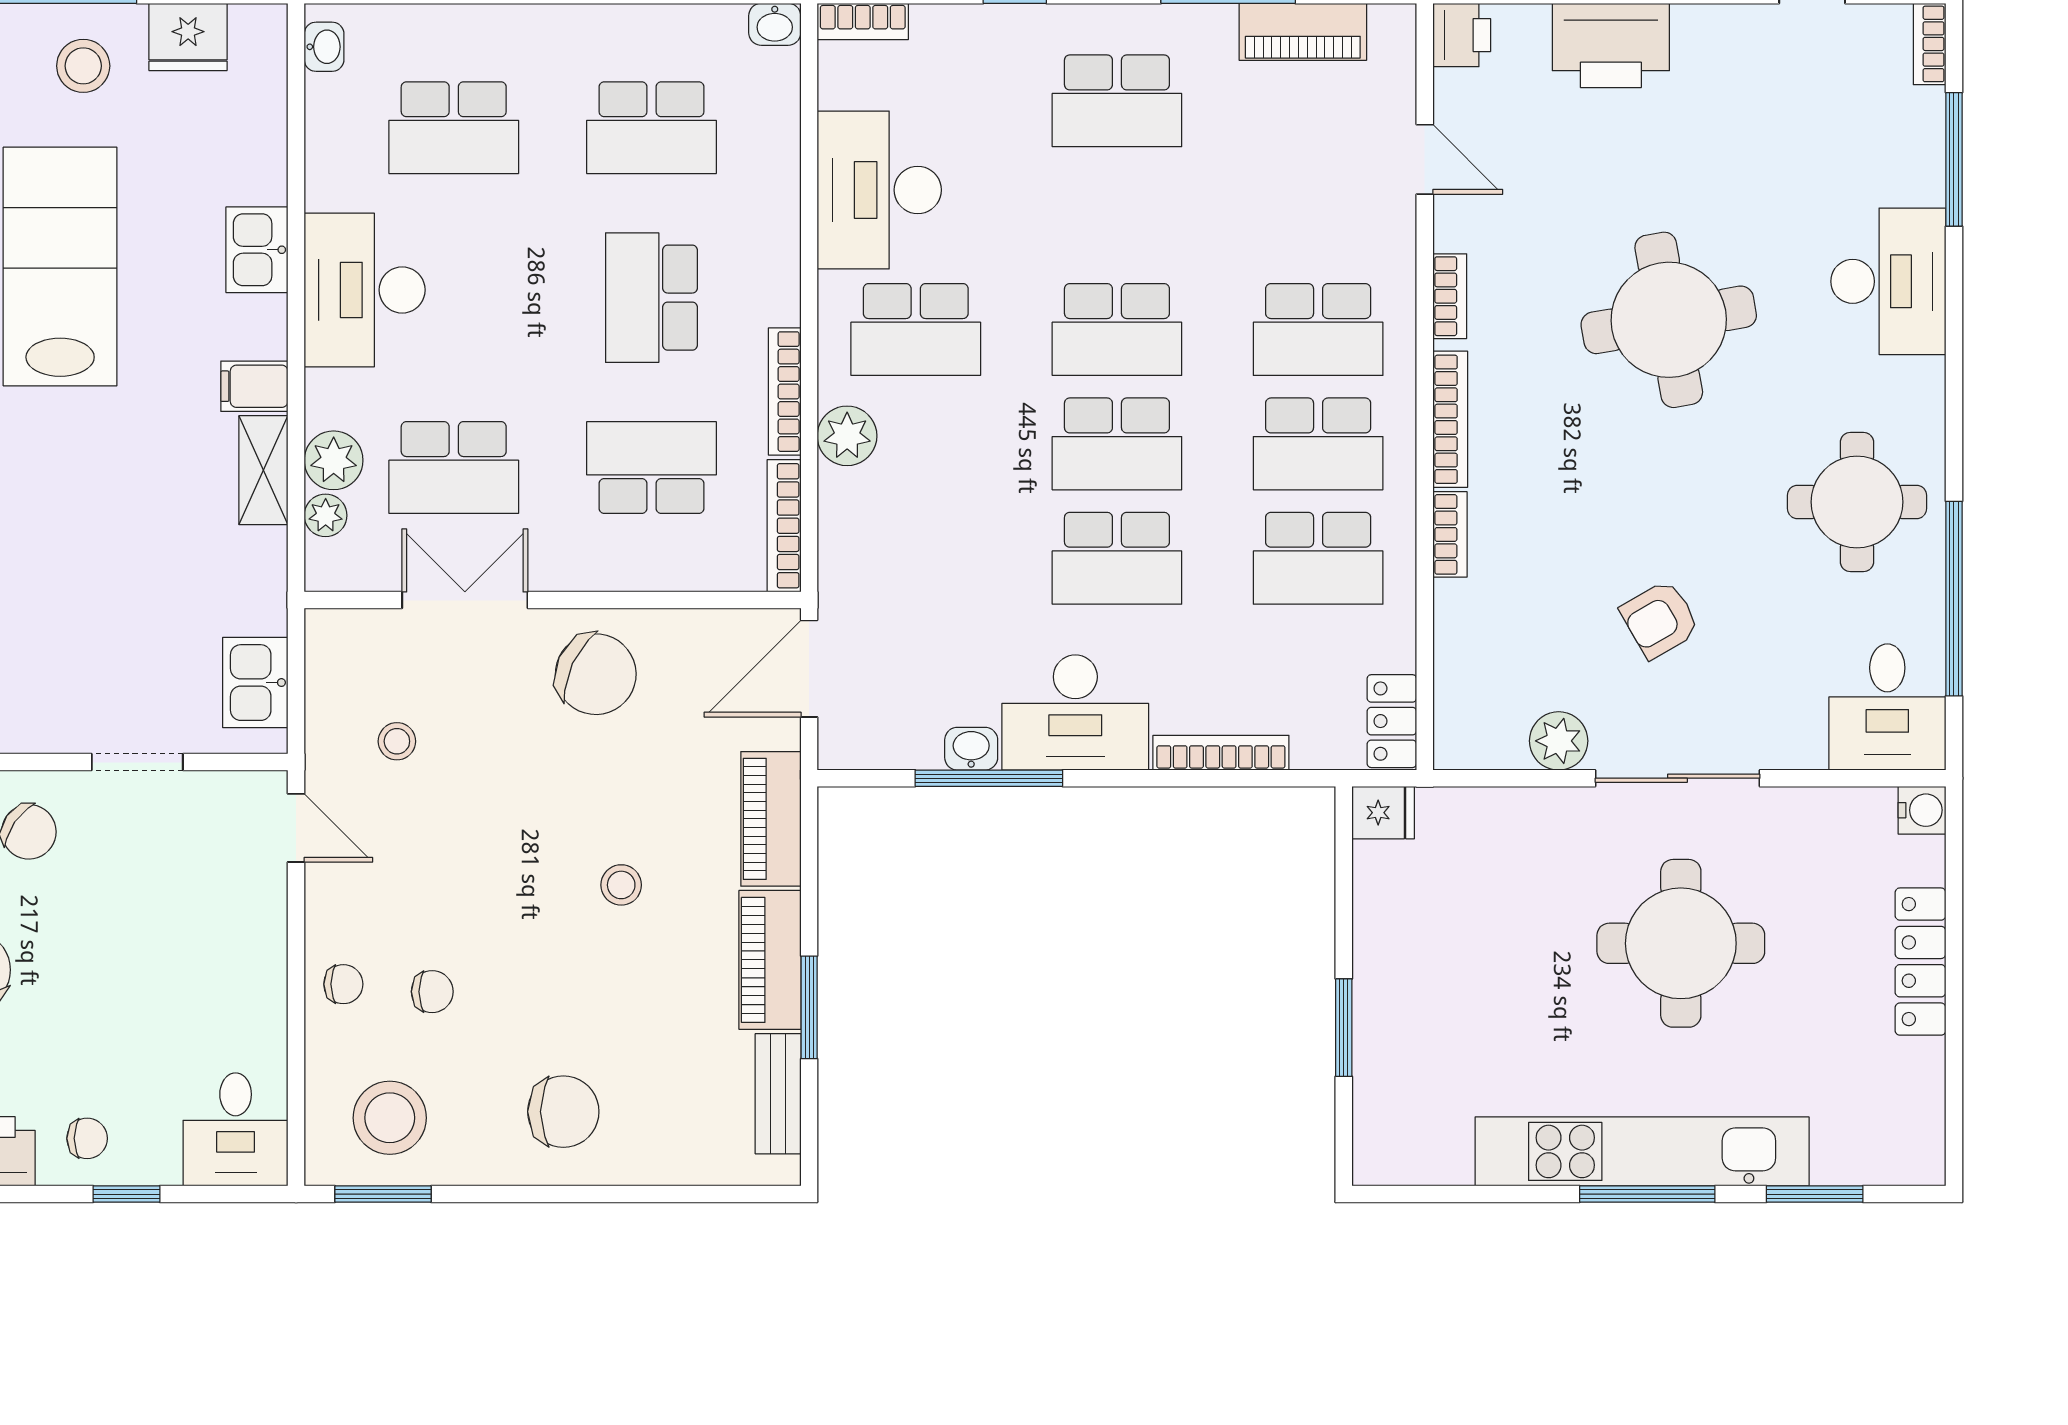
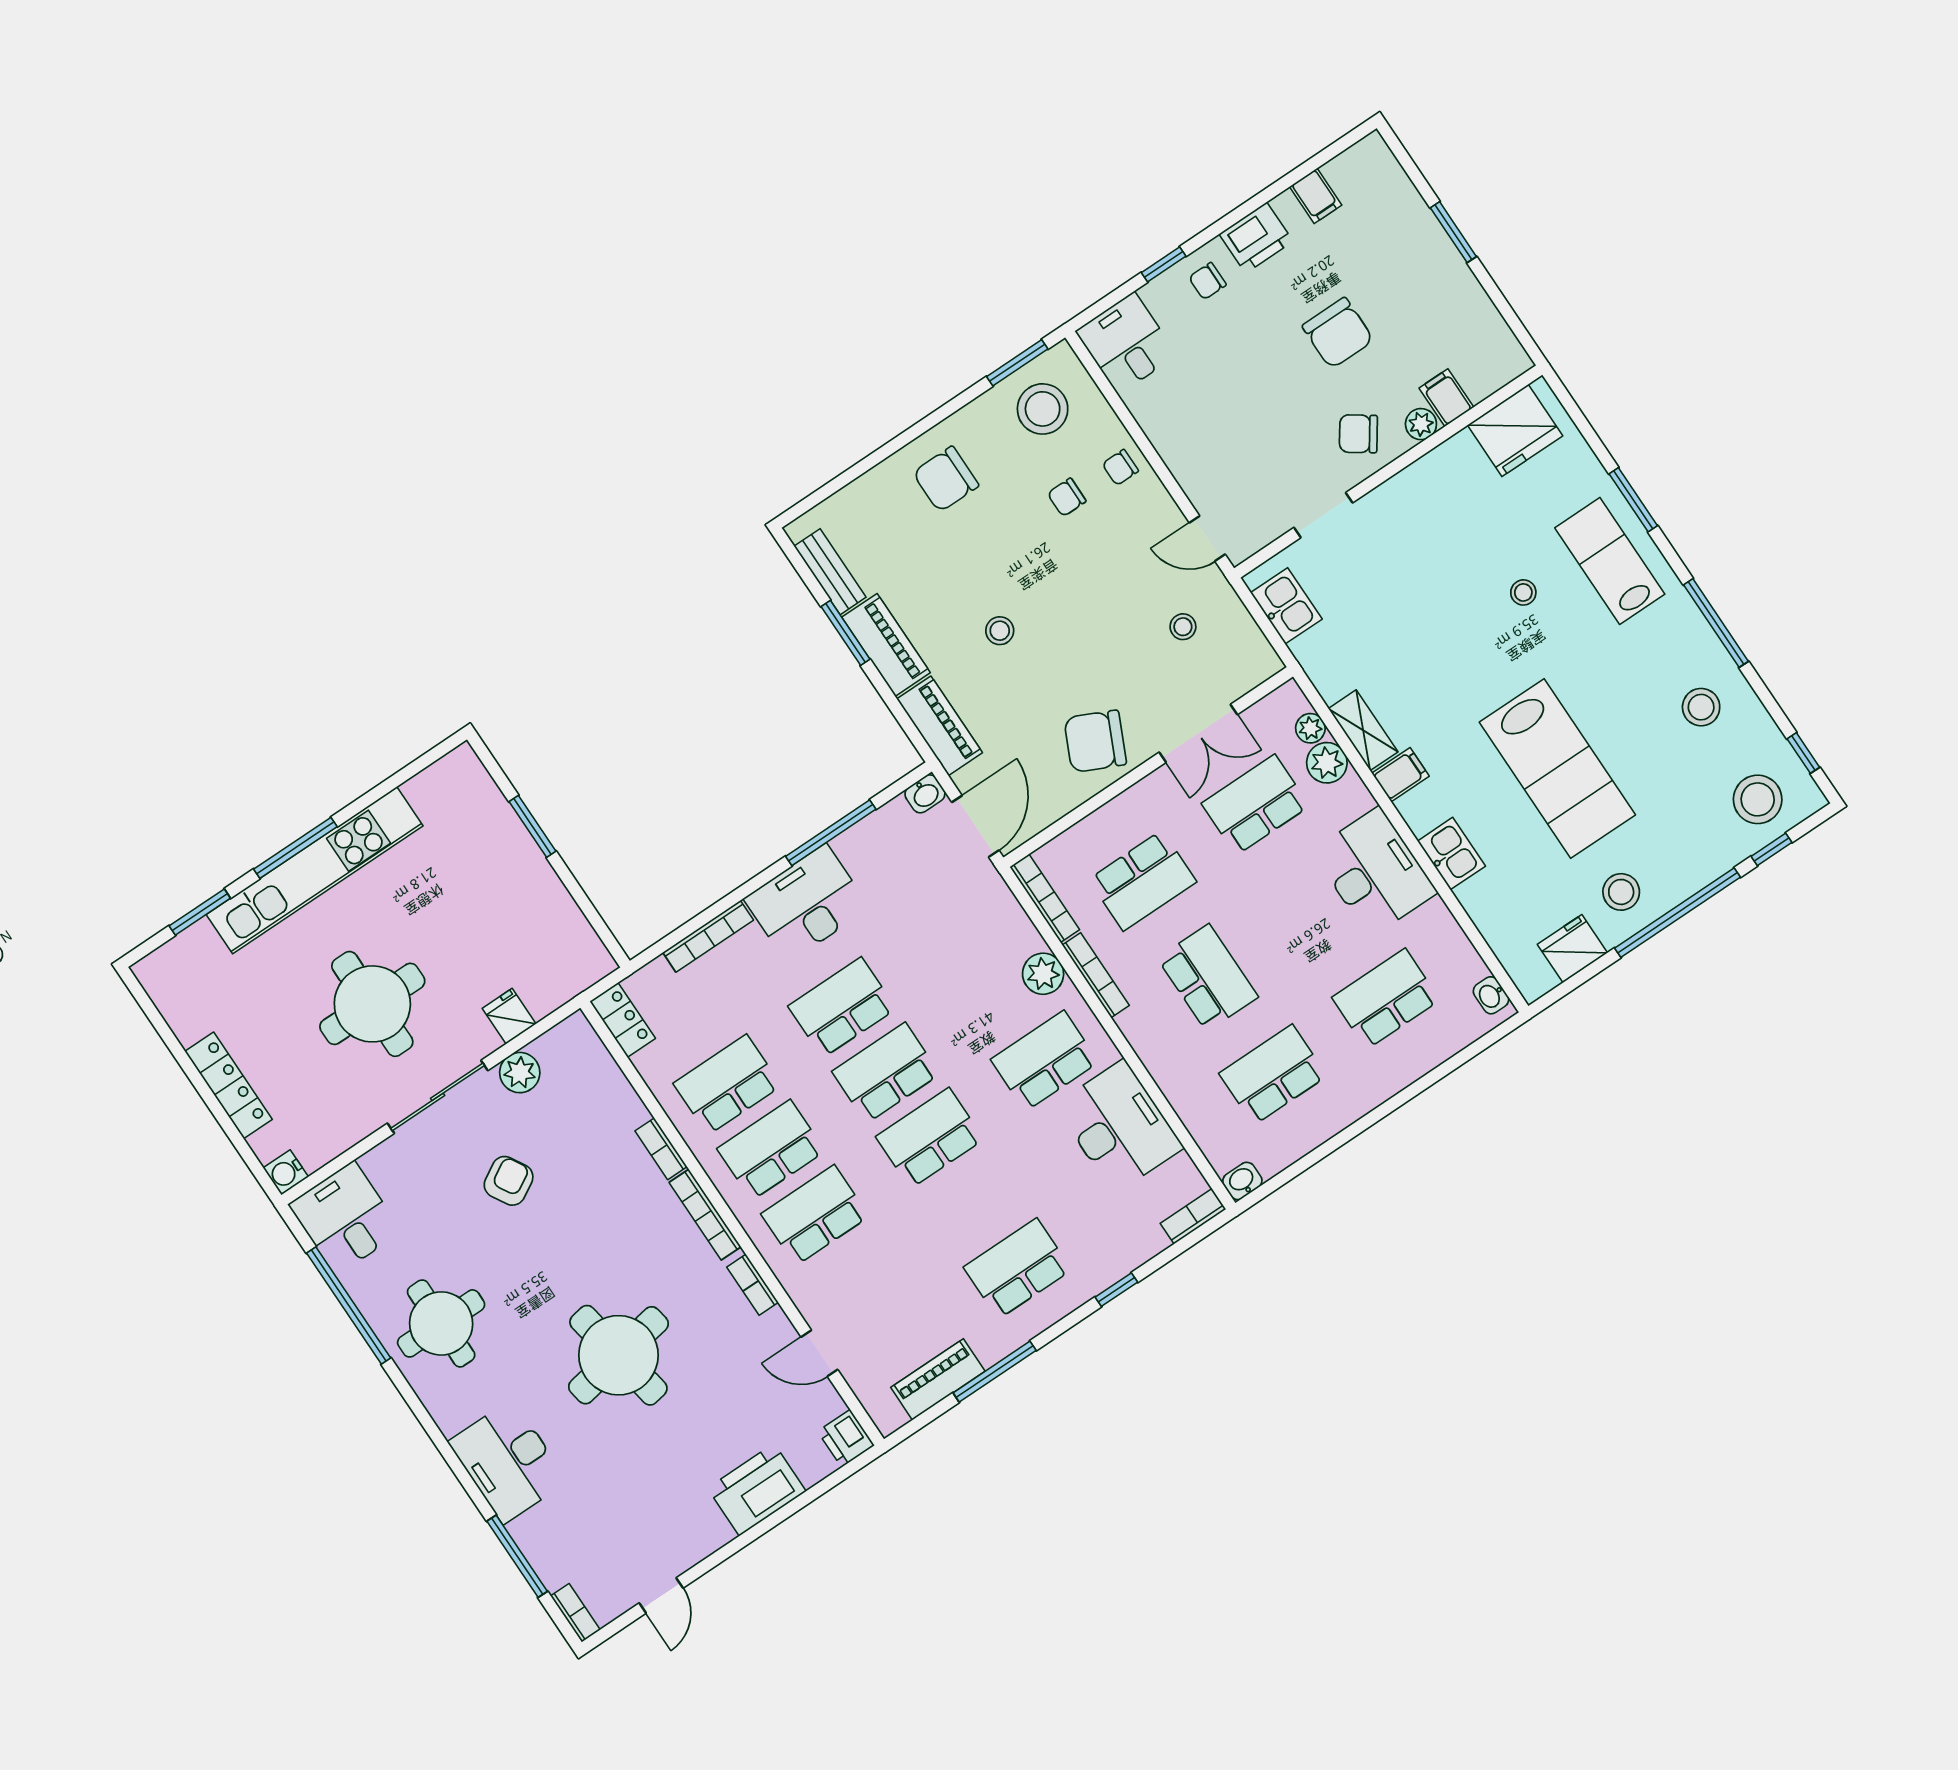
washbasin: (971, 749) -> (925, 794), moved
fridge: (1383, 813) -> (509, 1016), moved, turned 90

